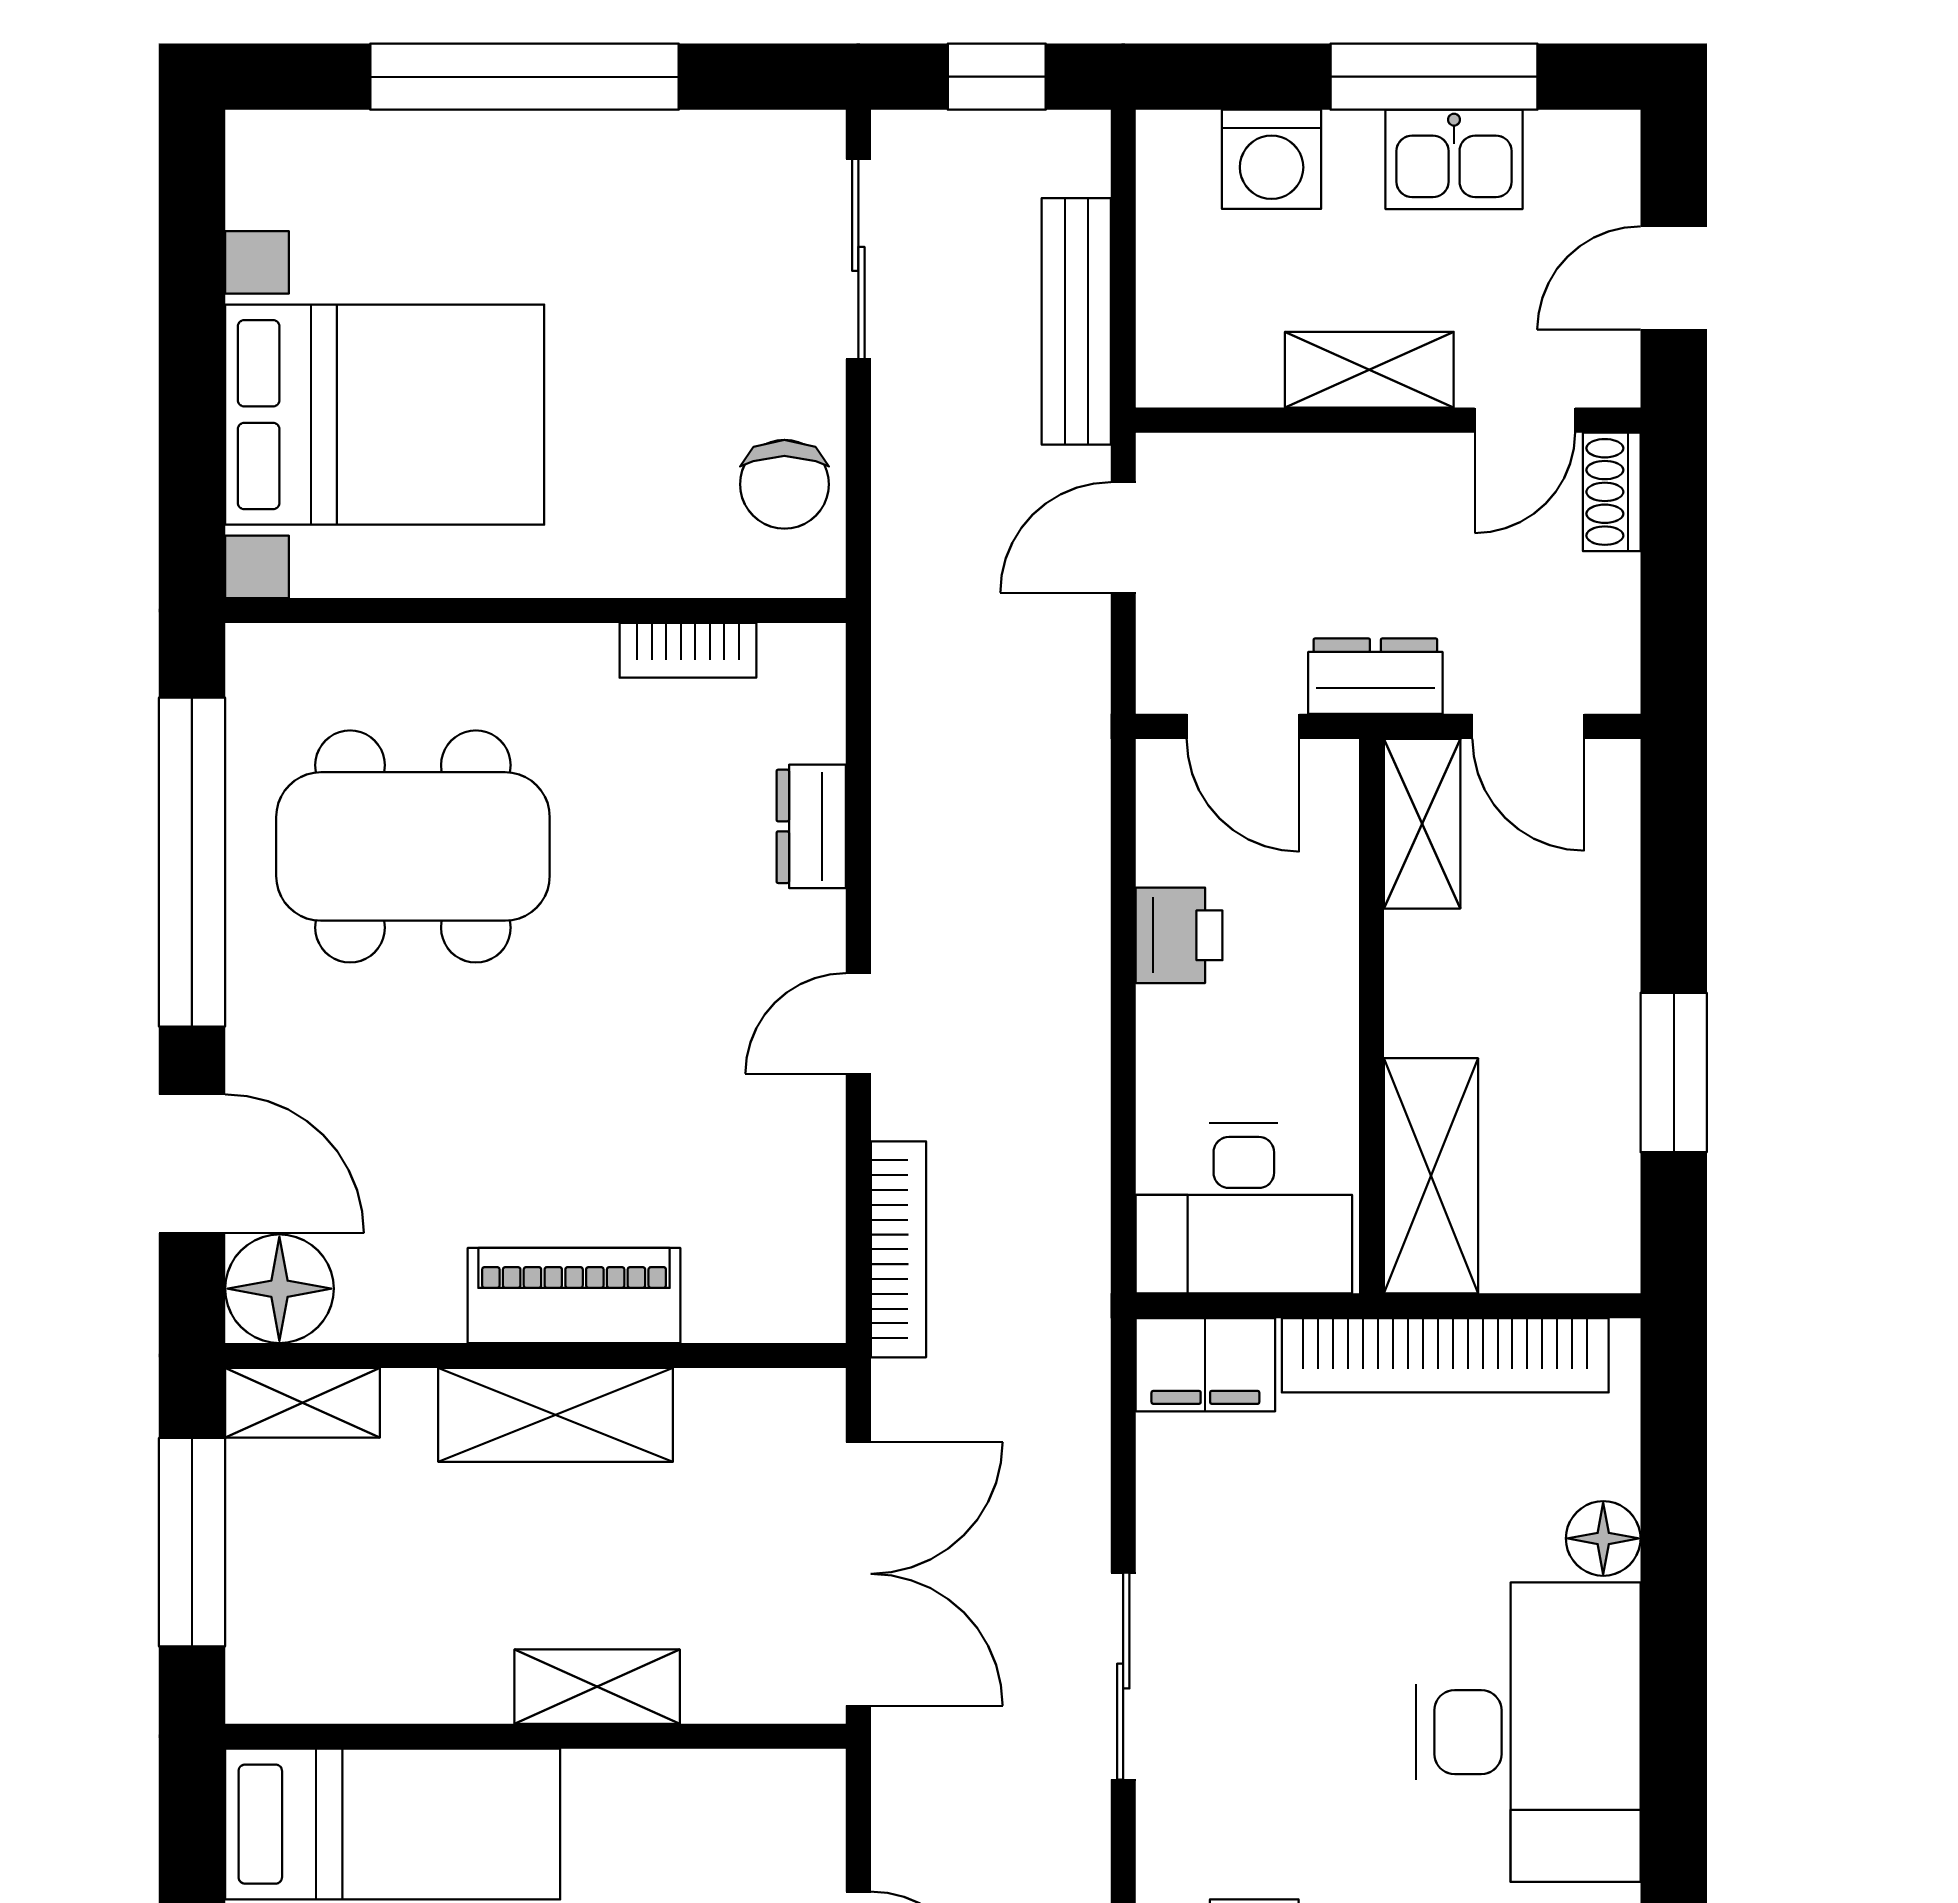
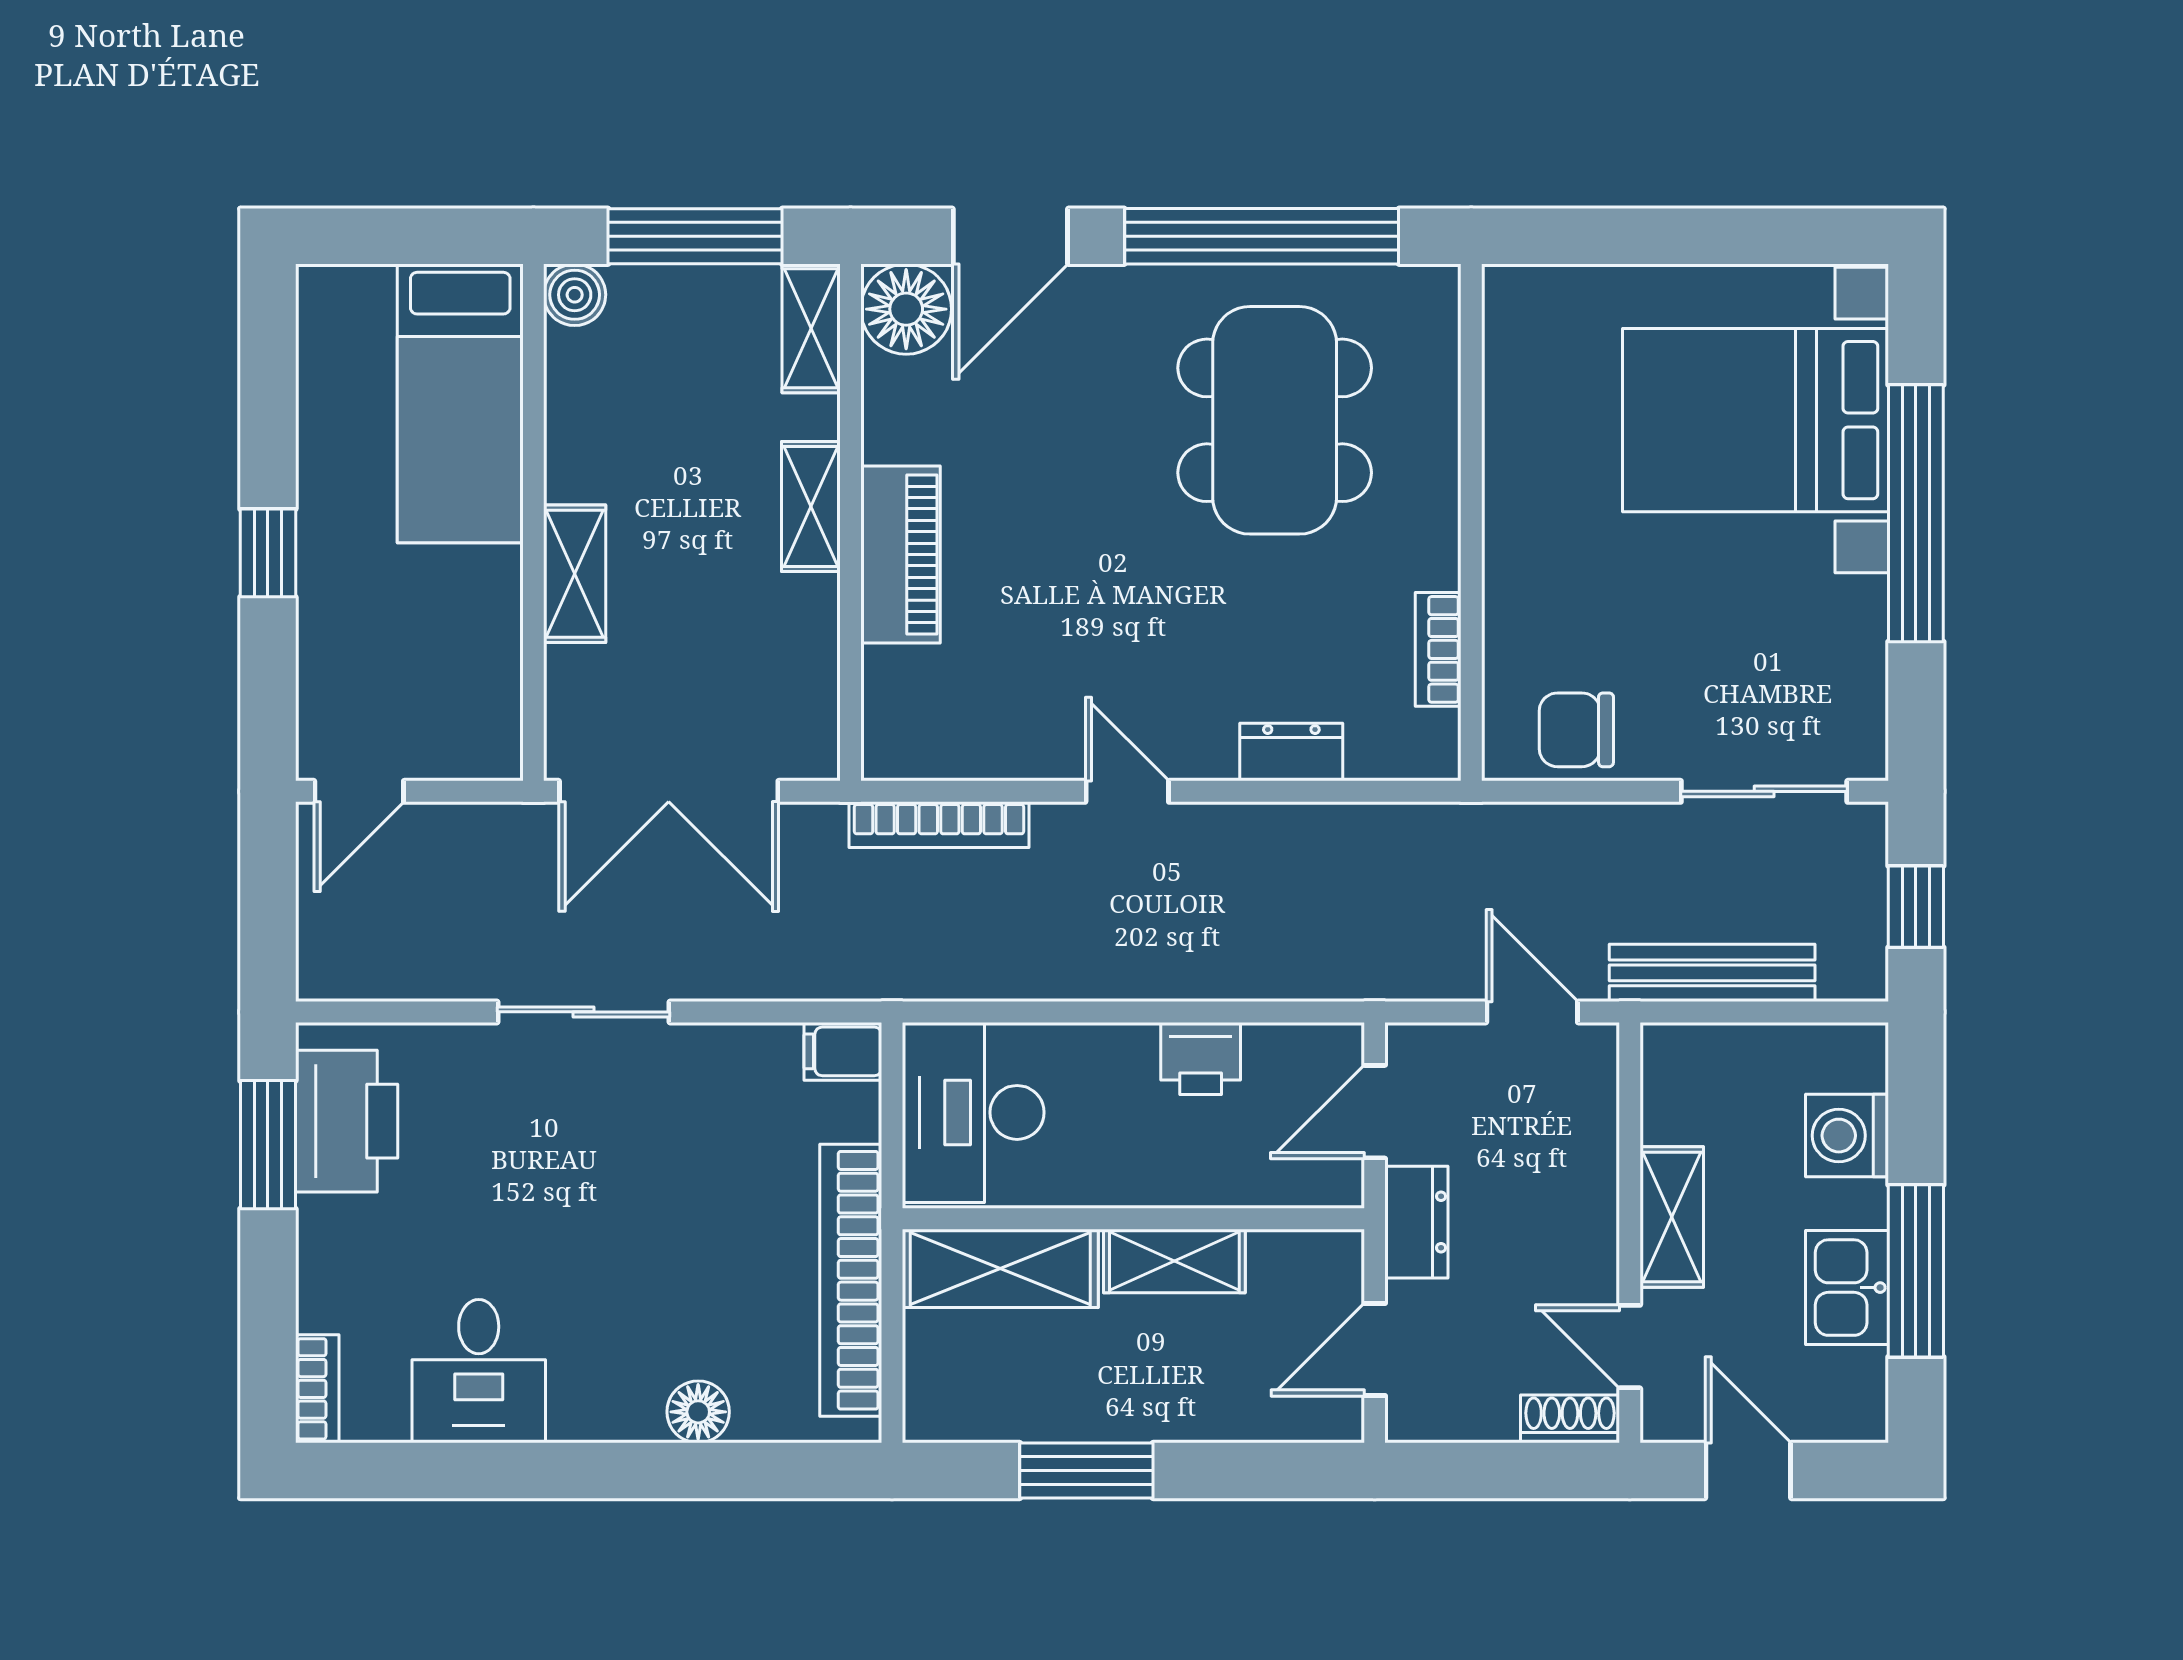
bed with nightstands: (385, 415) -> (1755, 420), moved, turned 90
shelving: (1422, 824) -> (1174, 1261), moved
filing cabinet: (1205, 1365) -> (843, 1051), width x0.50
shelving: (556, 1415) -> (811, 507), width x0.67, depth x0.75
boiler: (262, 1687) -> (575, 295), added
desk: (1528, 1732) -> (479, 1371), width x0.53, depth x0.77

